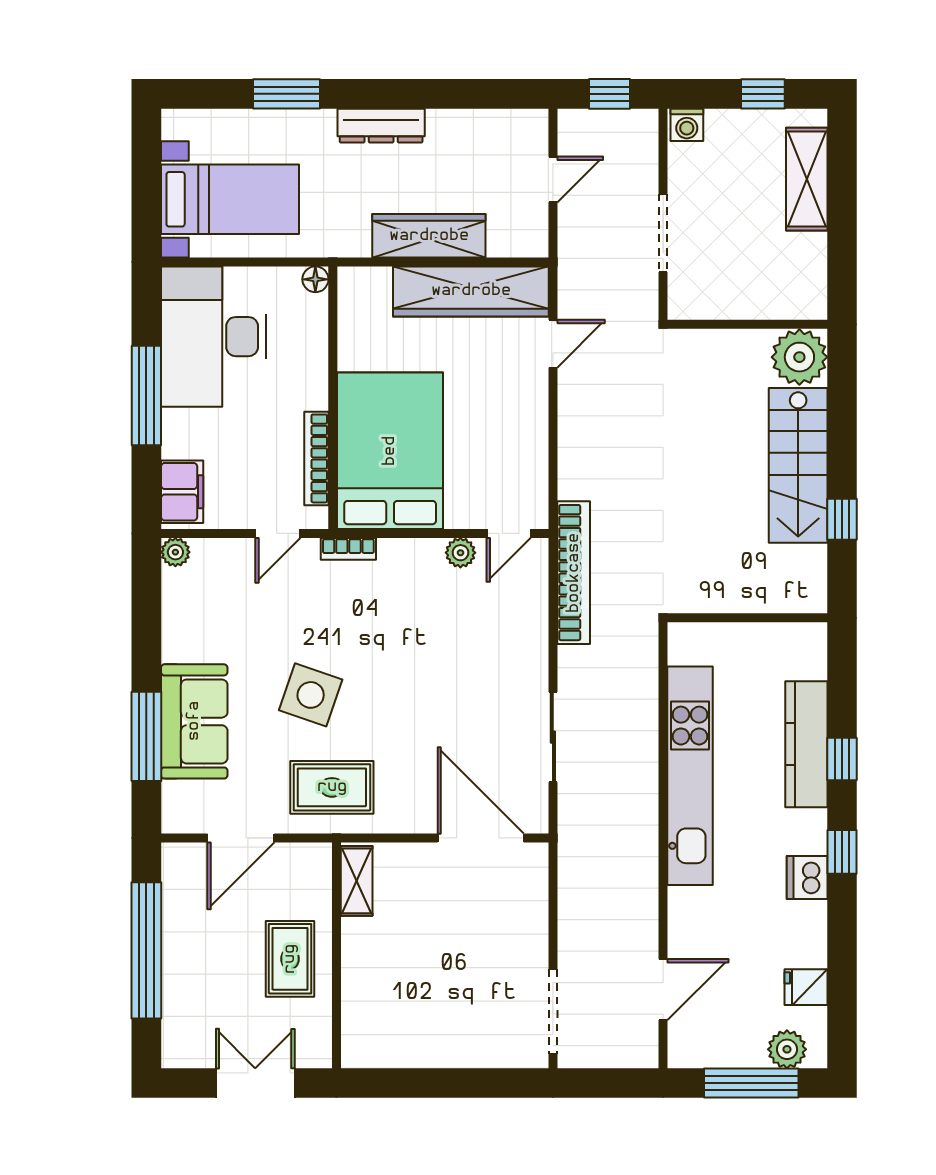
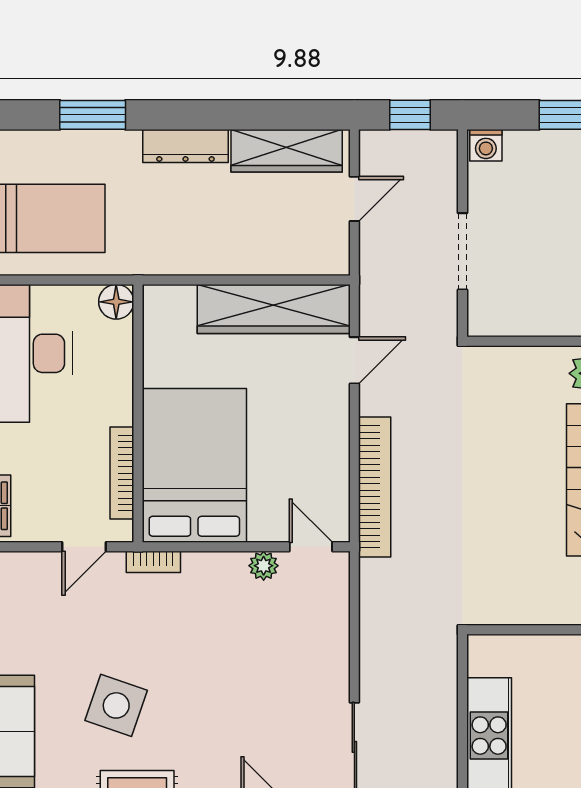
wardrobe: (429, 236) -> (287, 151), moved, turned 180
floor lamp: (315, 279) -> (116, 302), width x1.37, depth x1.37
door: (509, 533) -> (311, 547), swing flipped
bookcase: (574, 573) -> (375, 487), moved

